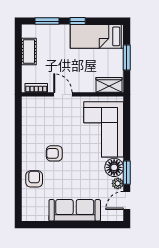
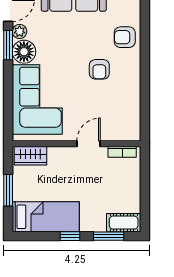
cot: (29, 51) -> (124, 223), moved, turned 90
door: (63, 94) -> (89, 144), swing flipped
armchair: (54, 153) -> (99, 69), turned 90
armchair: (34, 179) -> (125, 37), turned 90

